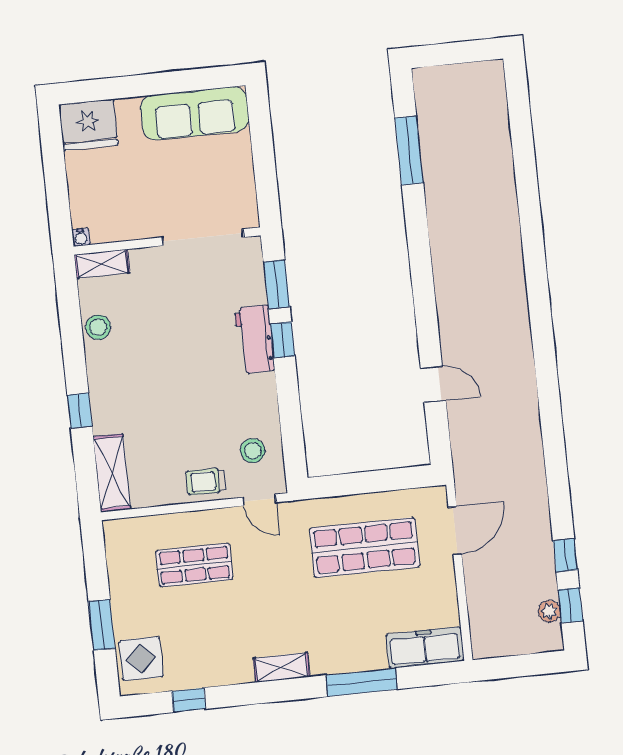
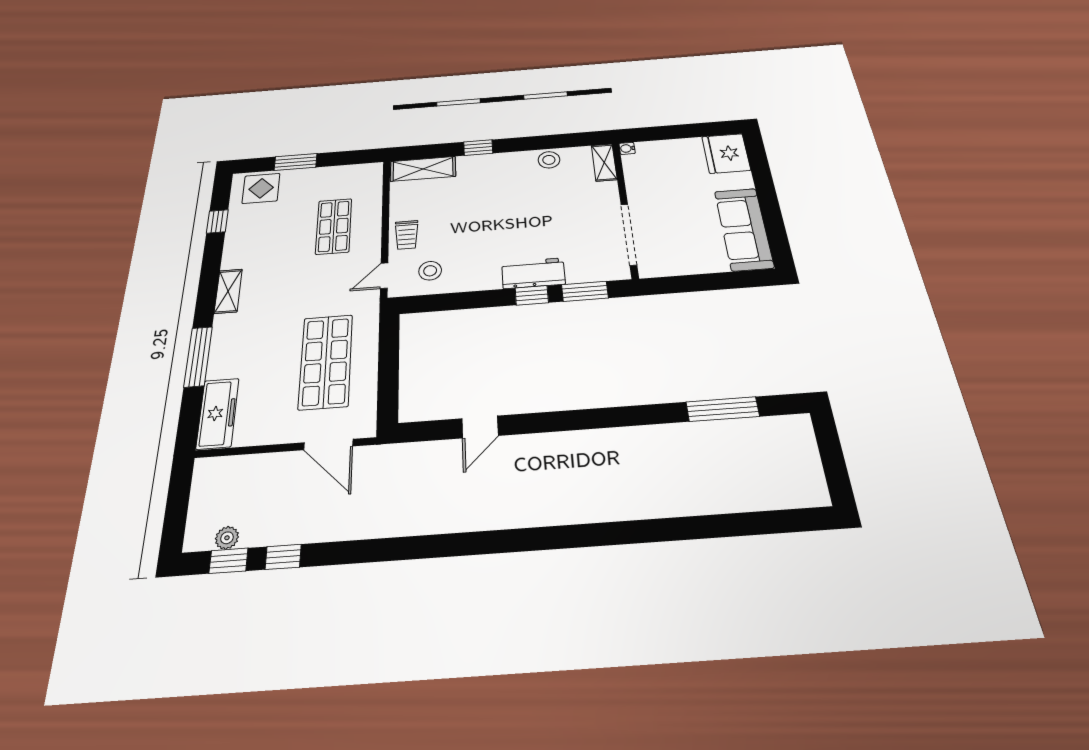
trolley: (206, 481) -> (407, 235), turned 180

